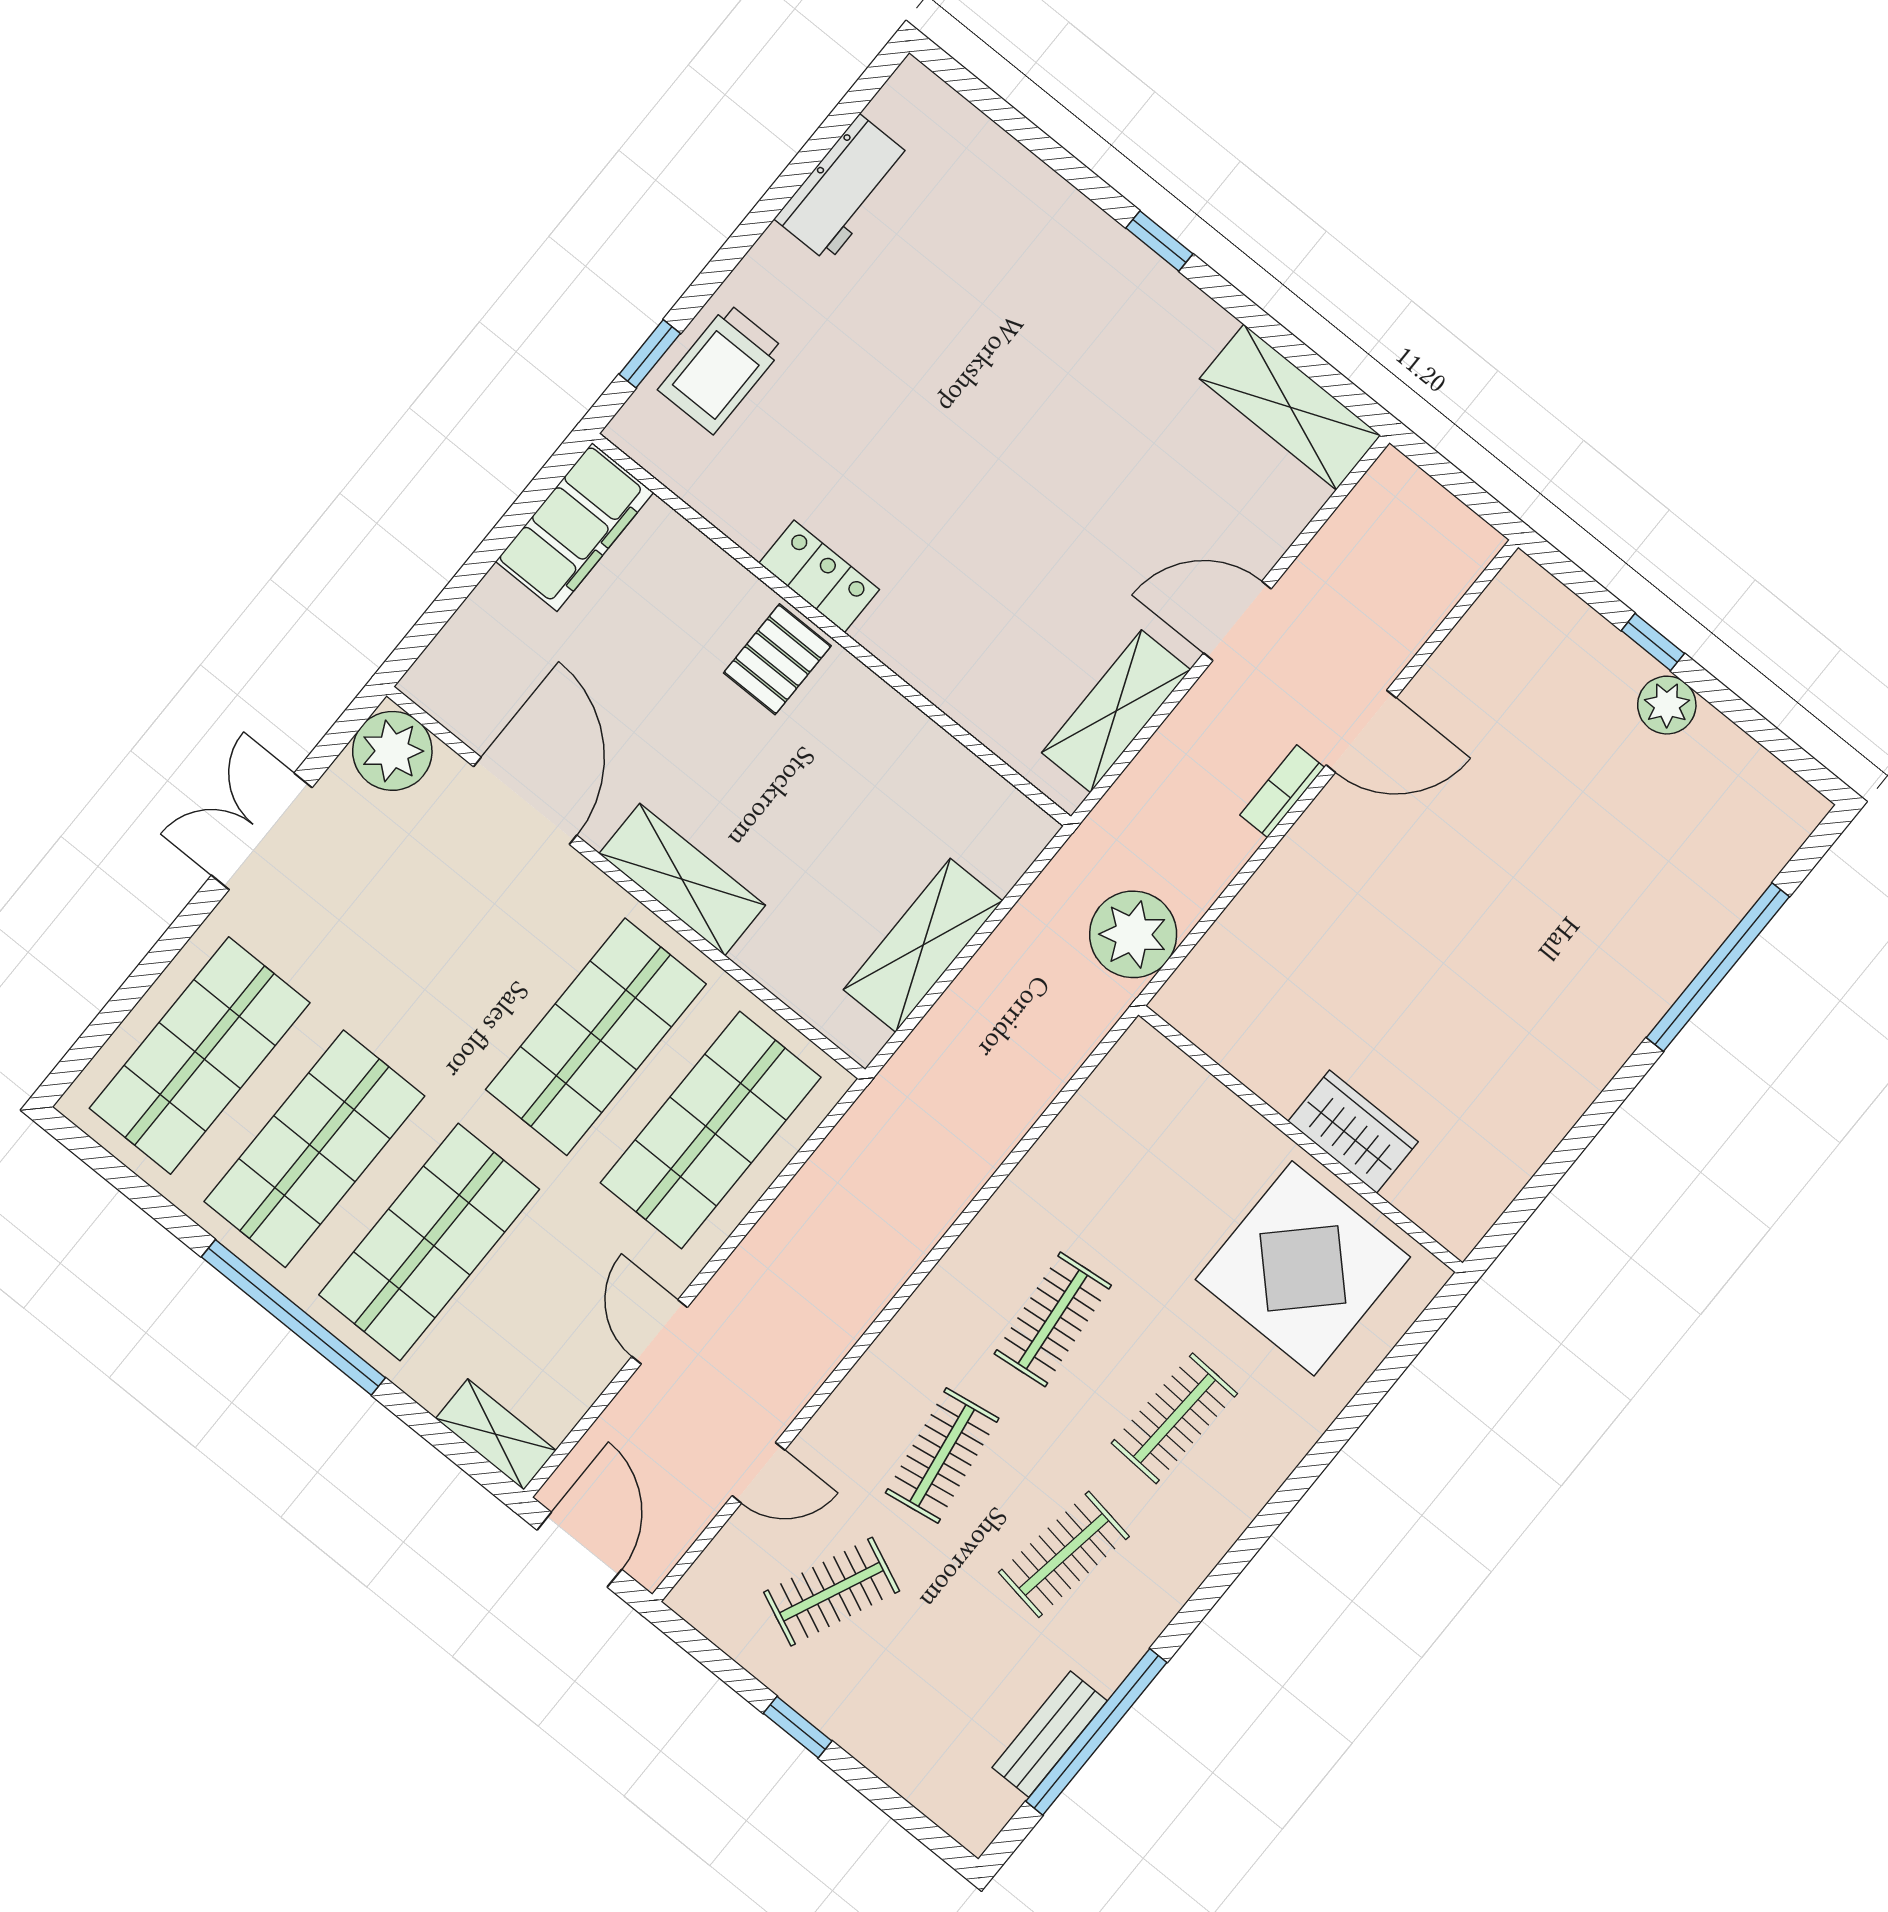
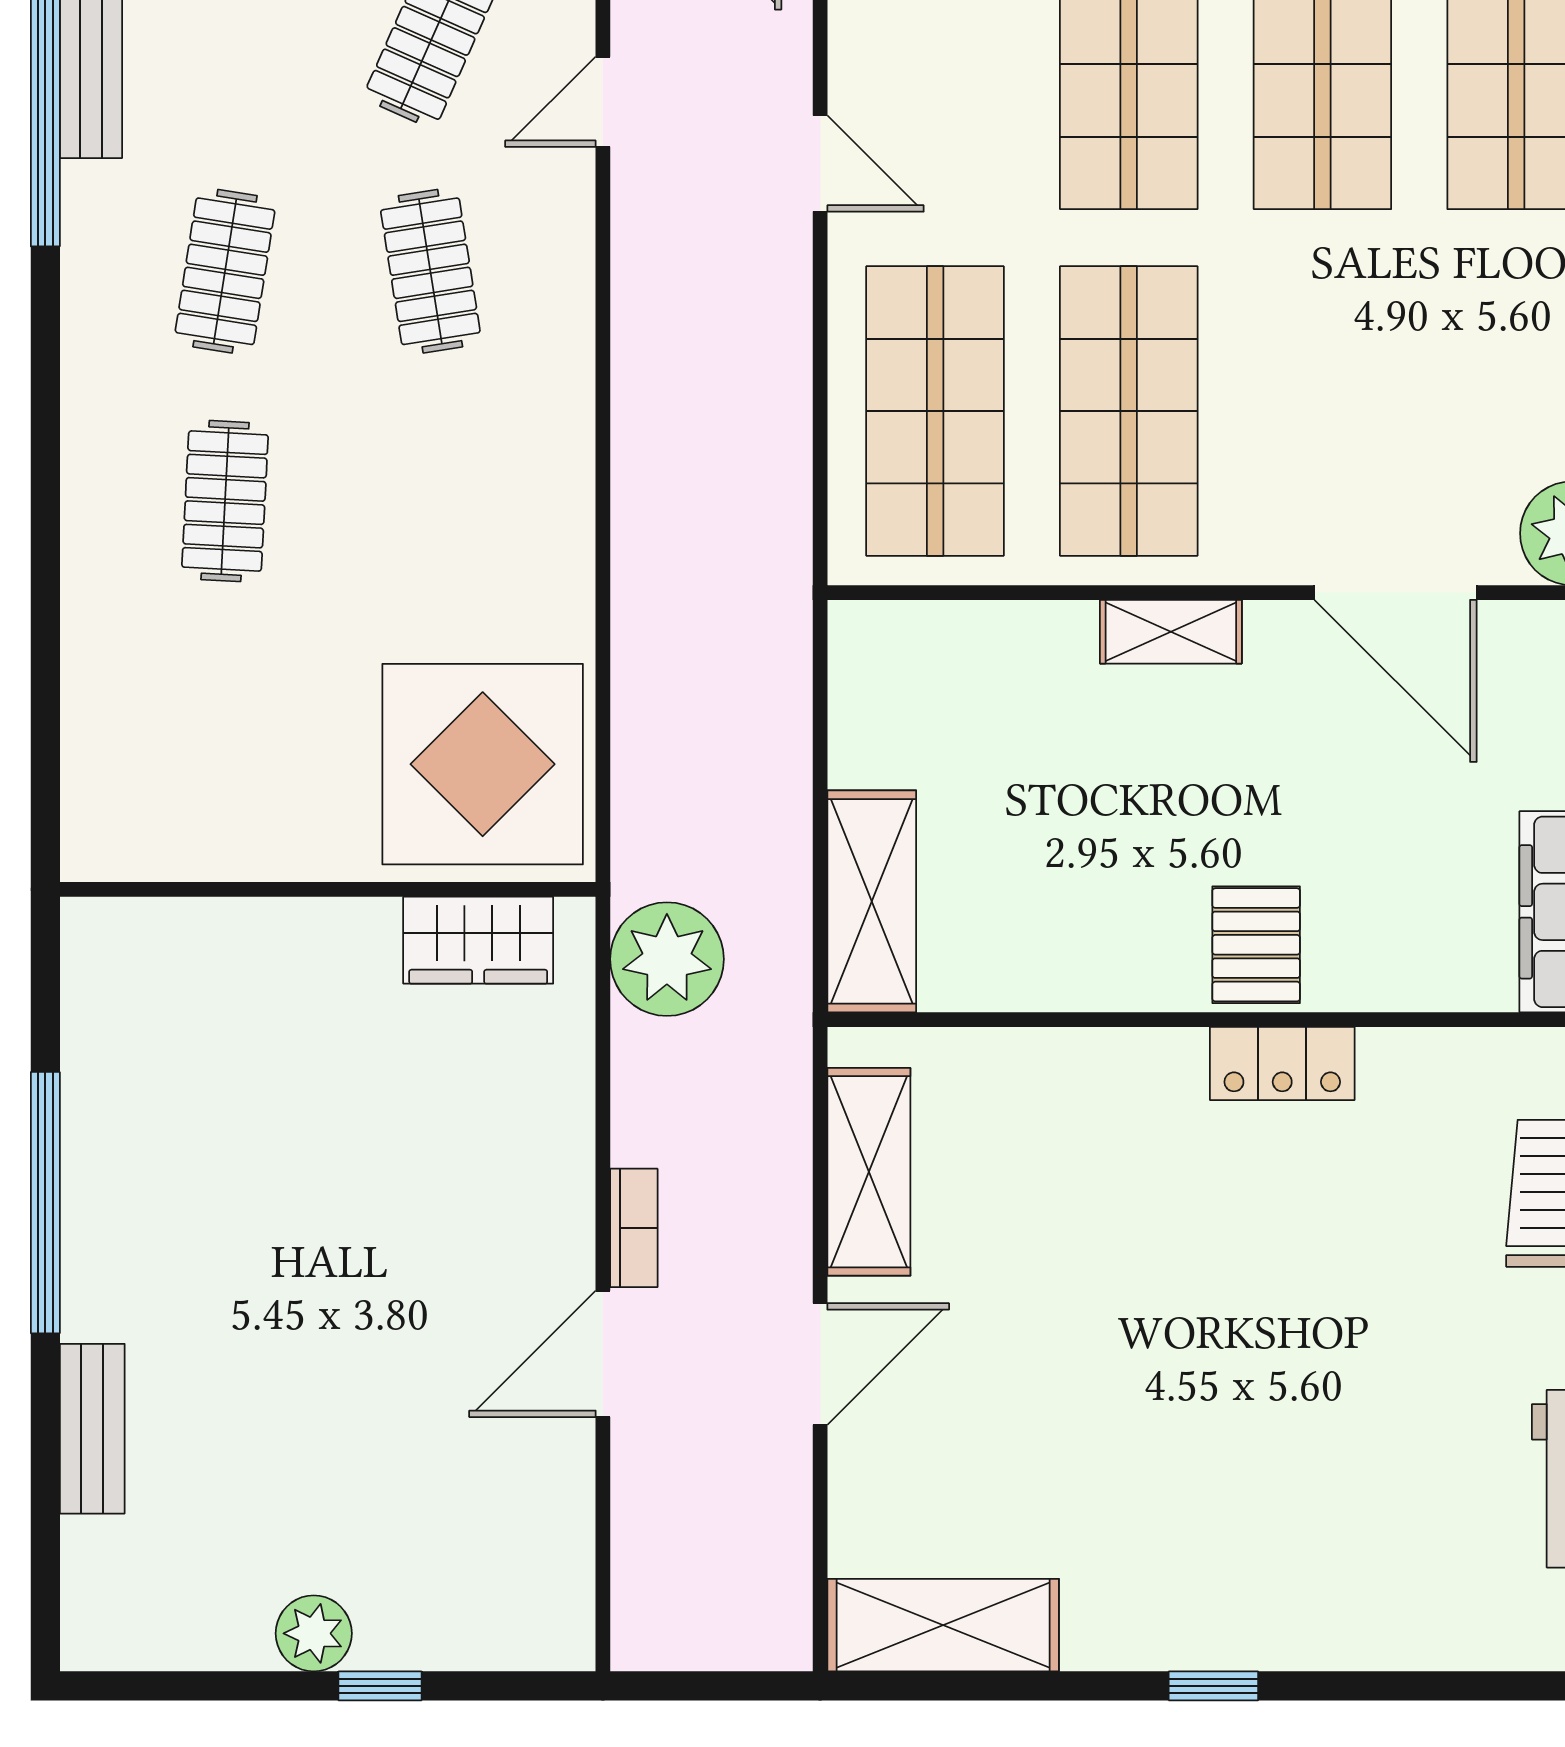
shelving: (682, 879) -> (1171, 632), width x0.67, depth x0.75
bench: (1700, 933) -> (92, 1429), added
shelving: (923, 945) -> (872, 901), moved
window: (1718, 967) -> (45, 1203), moved
wardrobe: (1353, 1132) -> (478, 940), moved
display table: (1303, 1268) -> (483, 764), moved
clothes rail: (1053, 1319) -> (430, 501), removed

